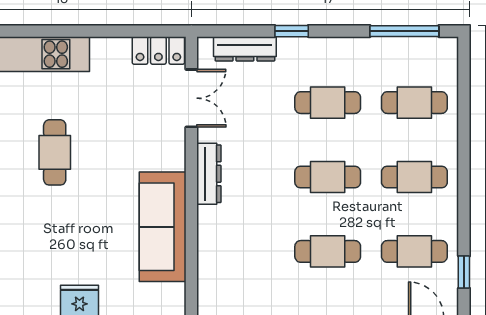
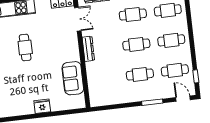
sofa: (163, 227) -> (73, 78), width x0.73

